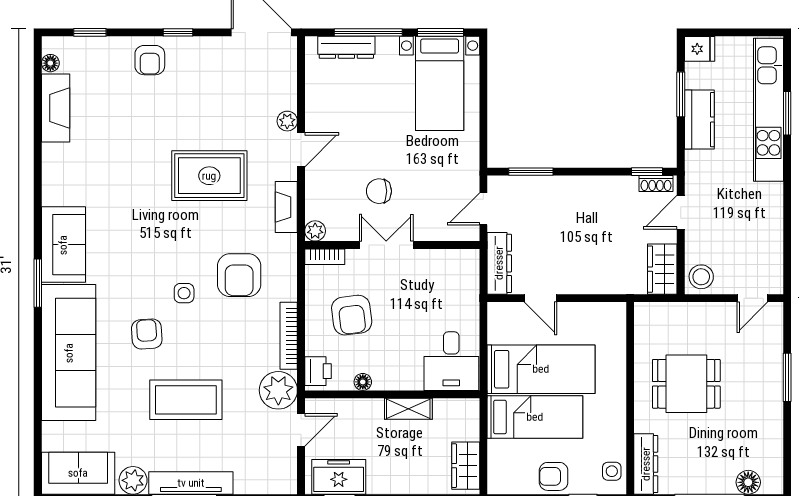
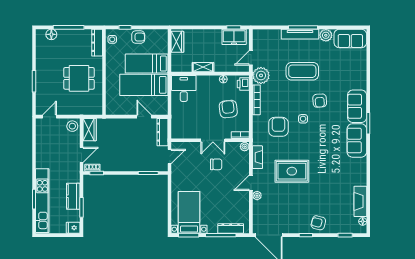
armchair: (150, 60) -> (318, 223), turned -76
sofa: (69, 353) -> (357, 106), width x0.54, depth x0.79

